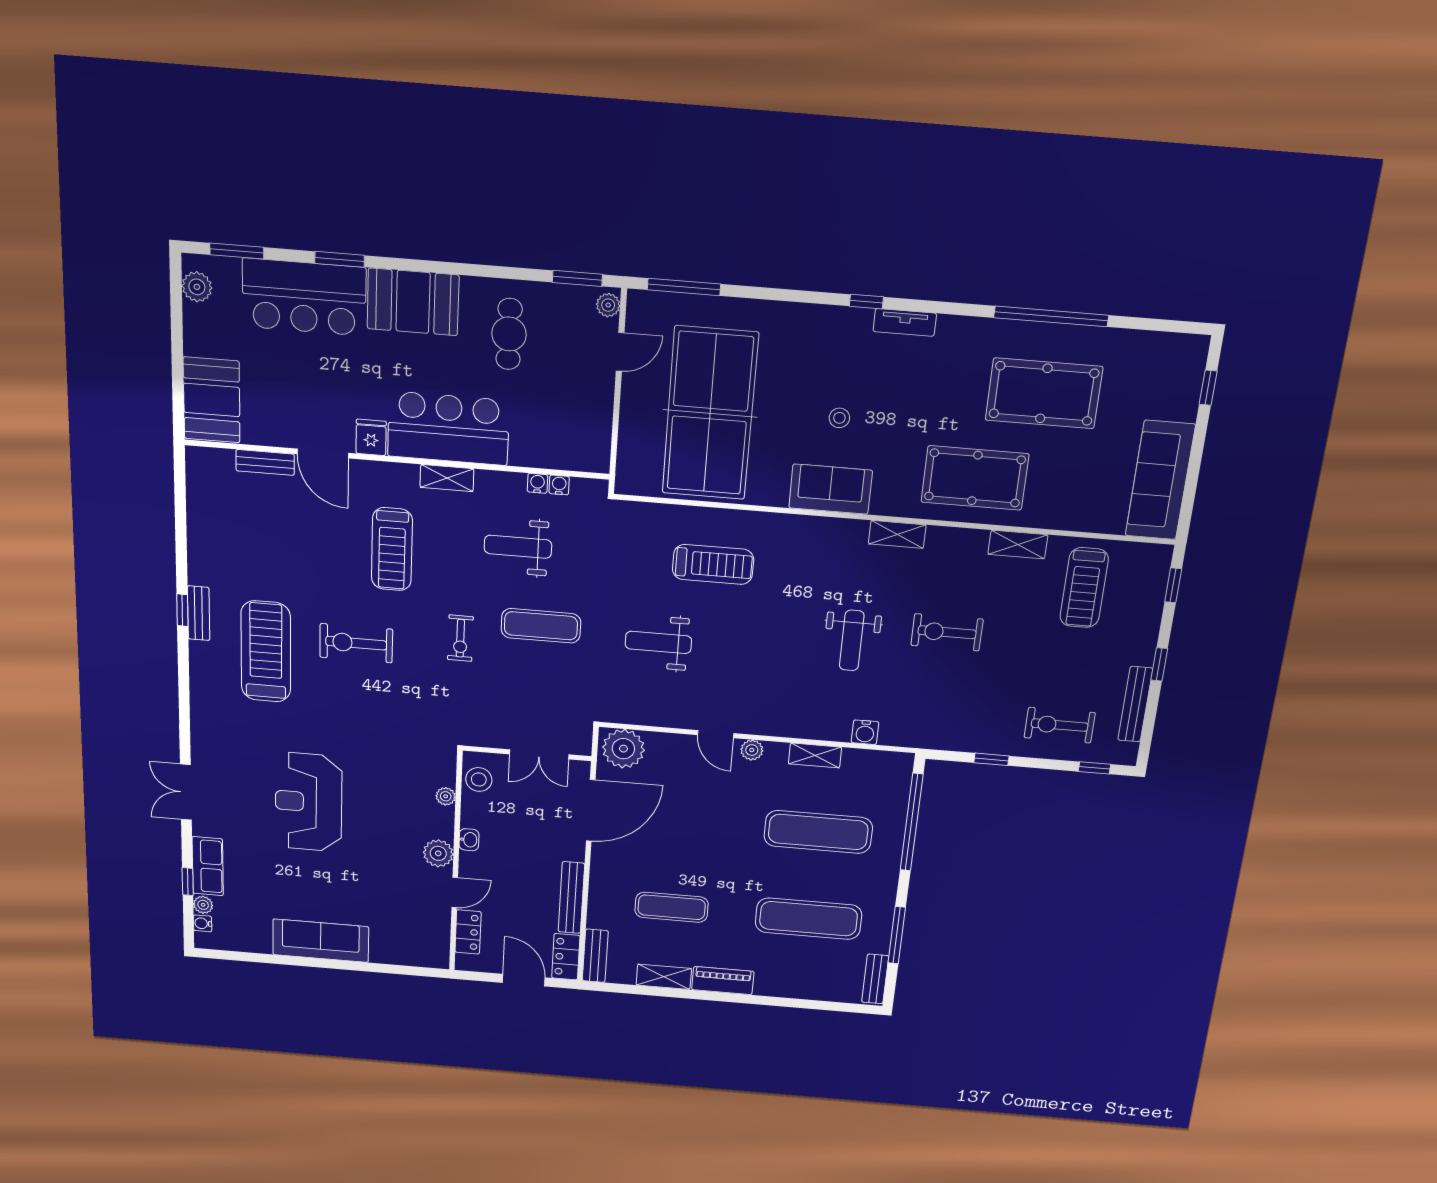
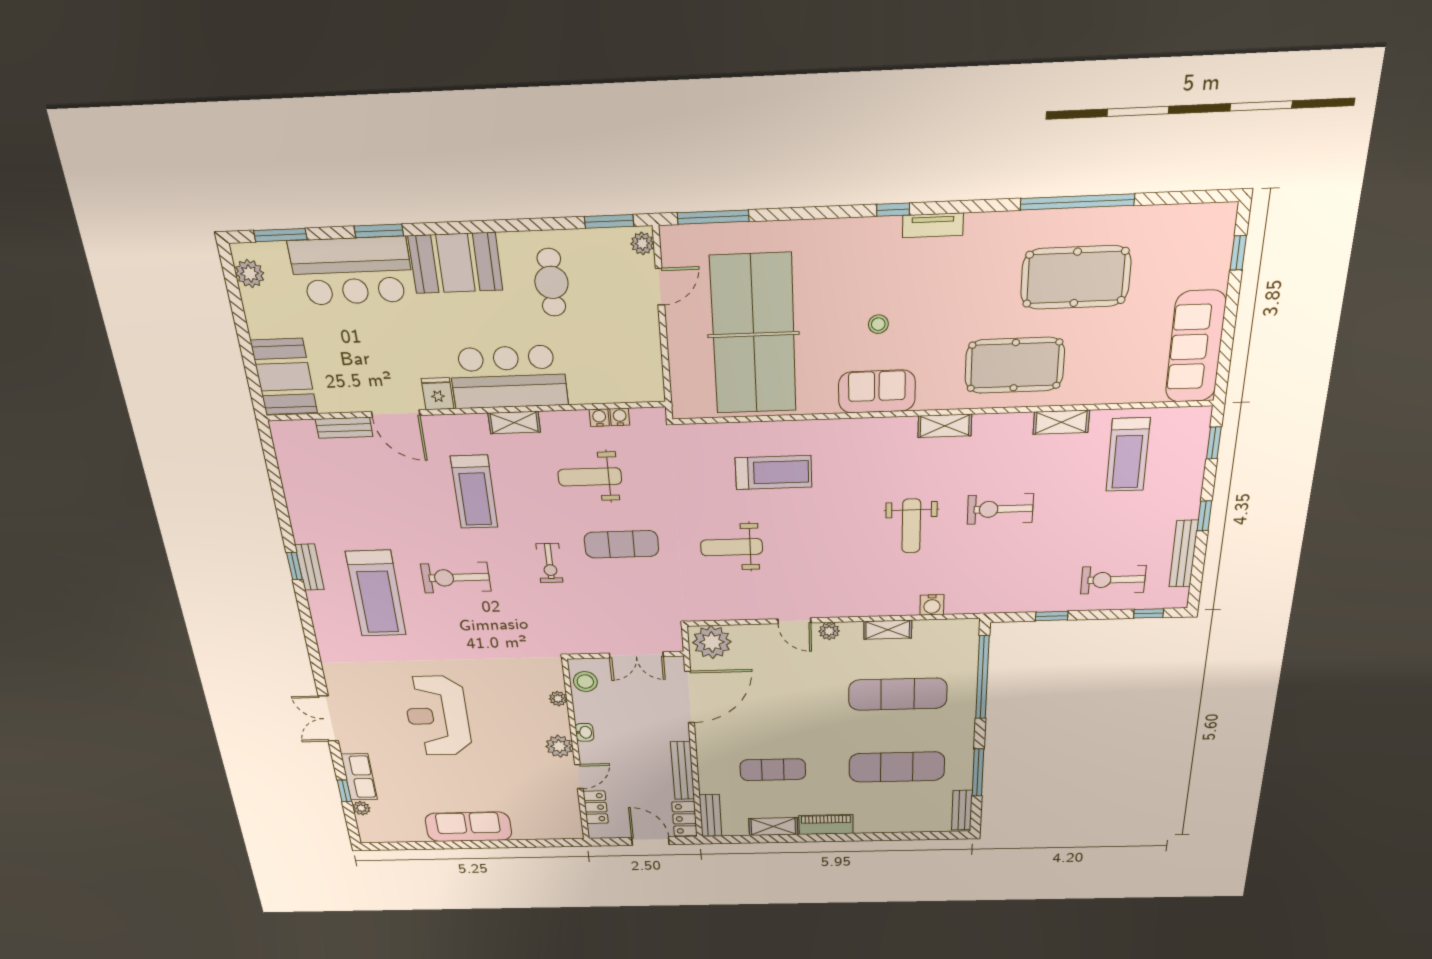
treadmill: (266, 652) -> (376, 594), turned 180
water cooler: (203, 923) -> (364, 823), removed

